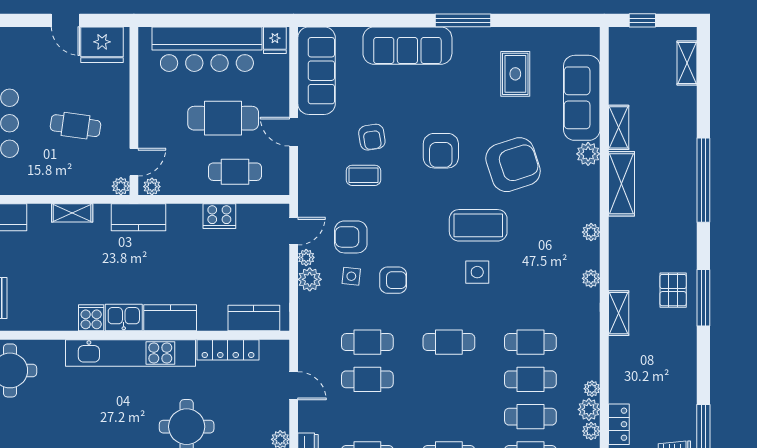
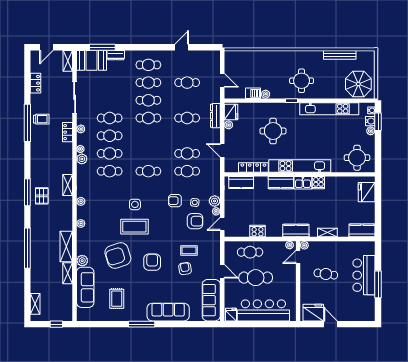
plant: (589, 409) -> (82, 159), moved

